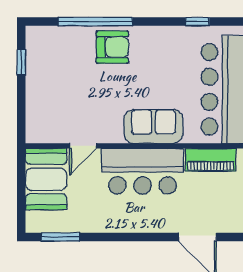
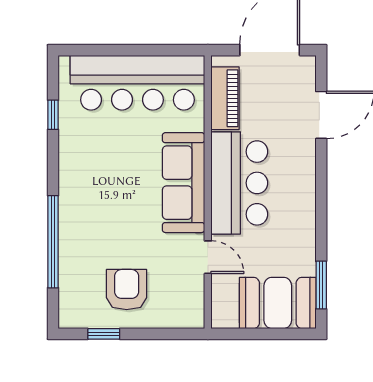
armchair: (112, 47) -> (127, 290), moved
sofa: (153, 126) -> (183, 183), width x1.36
booth: (46, 179) -> (278, 303), moved

